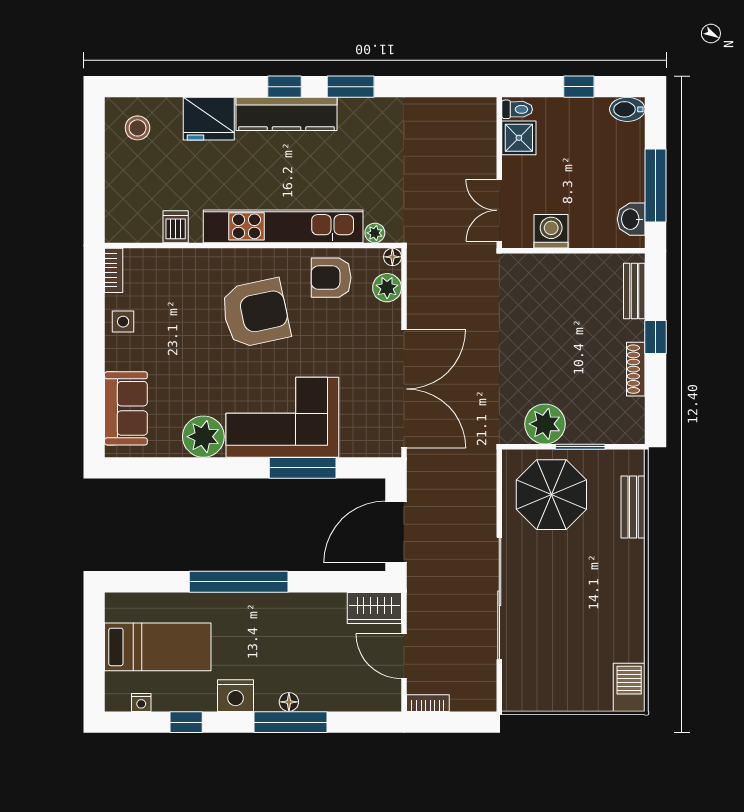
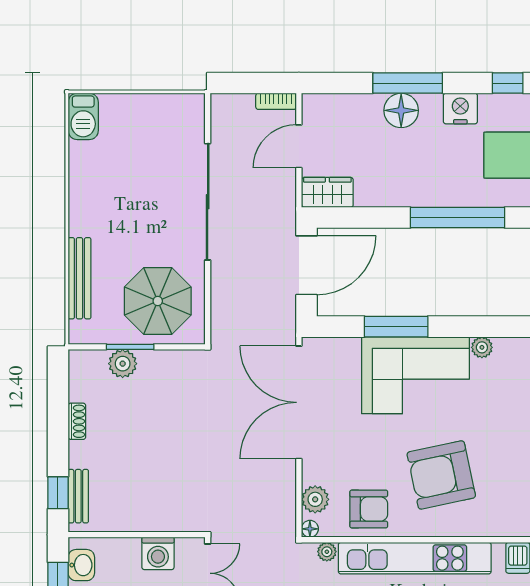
window: (656, 337) -> (58, 493), moved
shoe rack: (636, 369) -> (77, 421), width x0.70
plant: (545, 424) -> (123, 364), moved, width x0.73, depth x0.73
plant: (203, 437) -> (482, 347), width x0.53, depth x0.53
bench: (633, 507) -> (79, 278), width x1.36
door: (404, 656) -> (299, 146), swing flipped
floor lamp: (289, 702) -> (401, 110), width x1.89, depth x1.89

